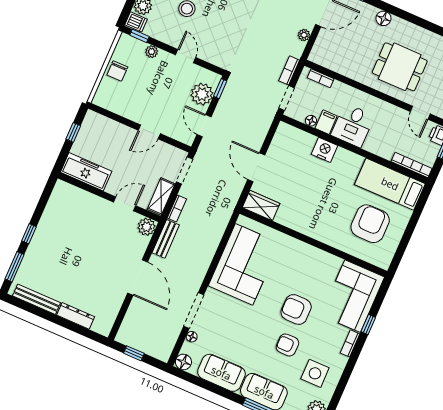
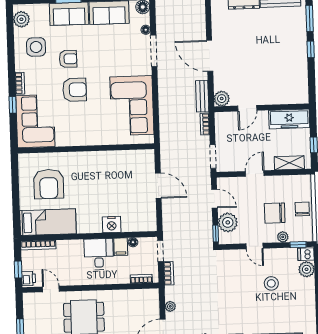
chair: (148, 81) -> (275, 213), added
shelving: (161, 197) -> (289, 163), moved, turned 90
wardrobe: (261, 206) -> (140, 158), removed

